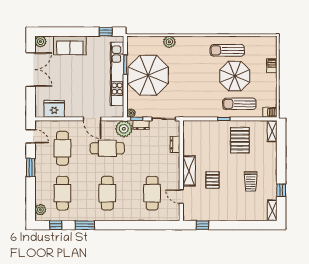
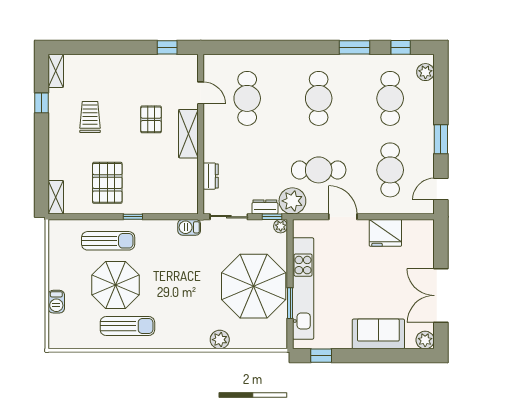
fridge: (54, 109) -> (385, 233), moved
barbecue: (270, 112) -> (189, 227), moved
door: (31, 136) -> (441, 189), hinge flipped

